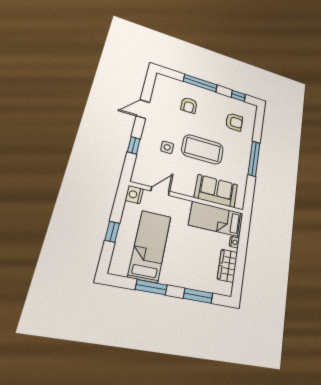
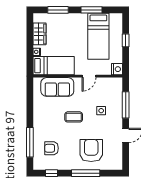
armchair: (189, 105) -> (91, 150), width x1.88, depth x1.88
window: (134, 145) -> (126, 105), width x2.17
coffee table: (203, 149) -> (74, 117), width x0.54, depth x0.58
window: (254, 159) -> (30, 142), moved
door: (160, 191) -> (89, 76), moved

